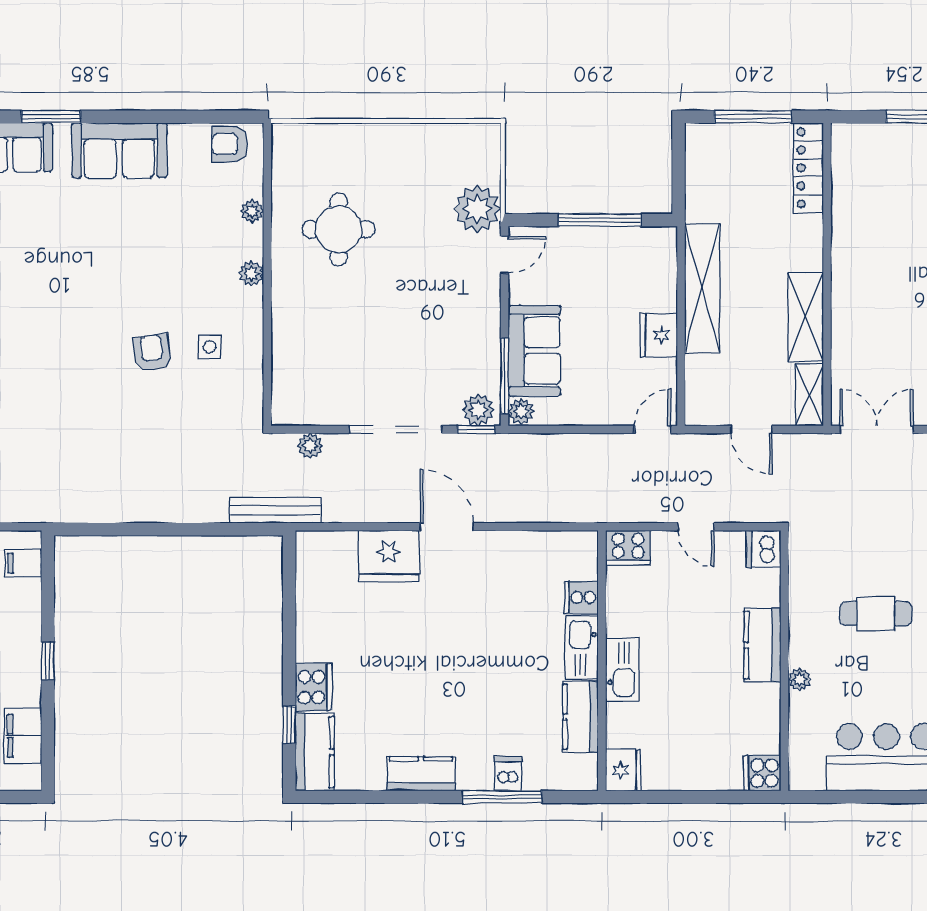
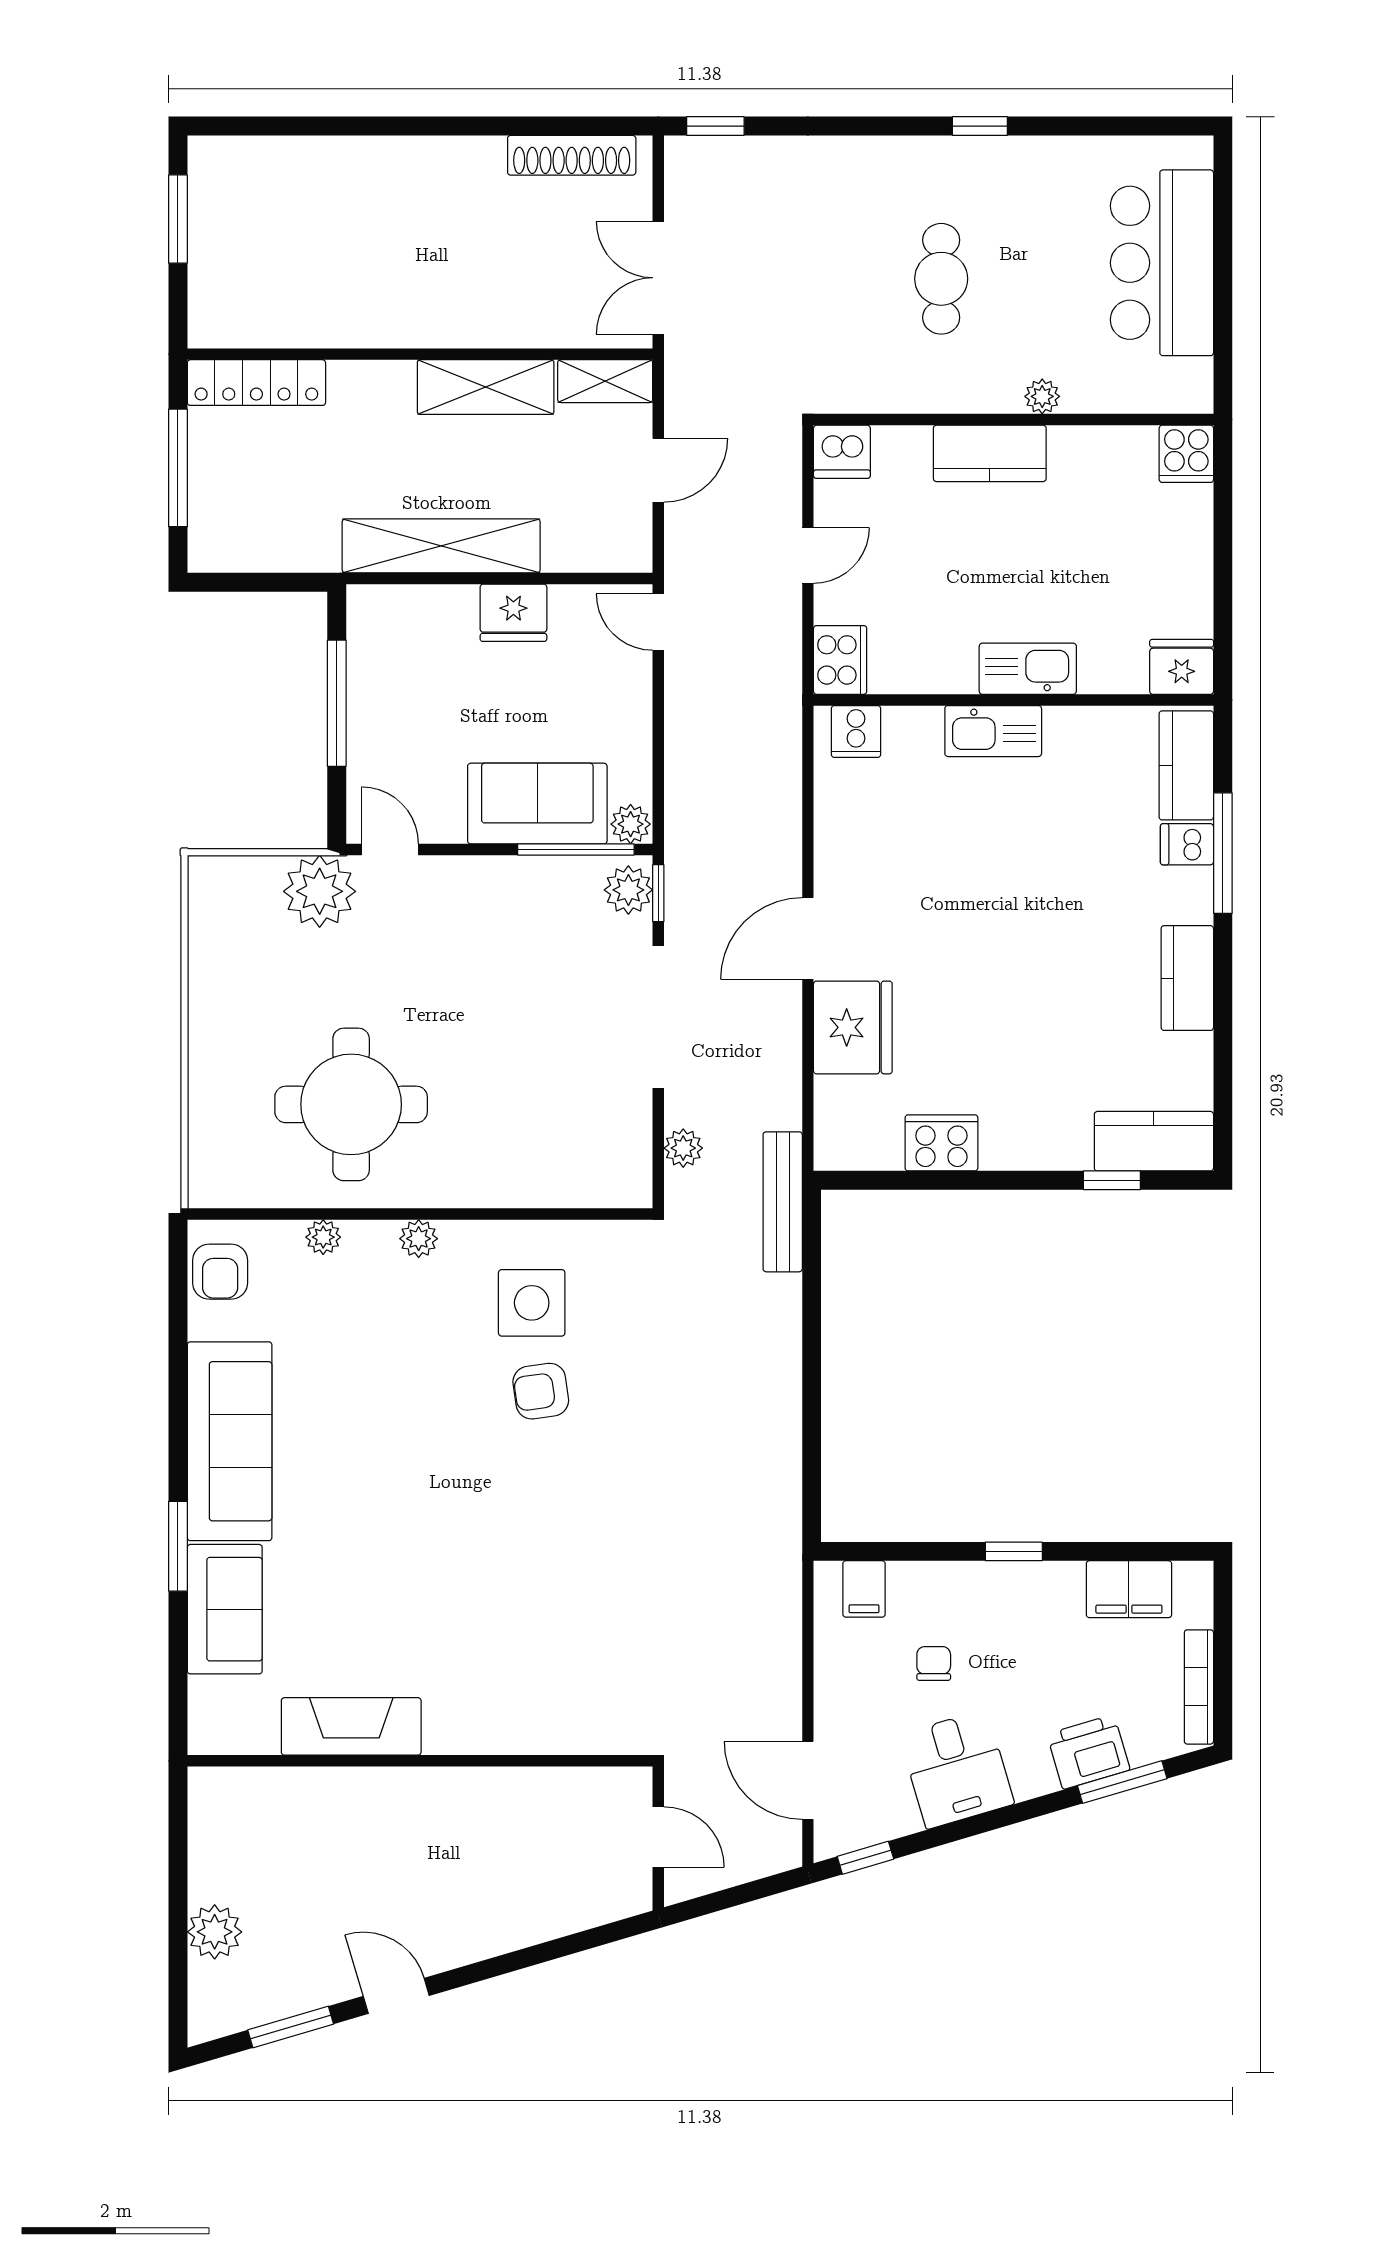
sofa: (119, 150) -> (230, 1441), width x1.36
round table: (339, 229) -> (351, 1104), width x1.36, depth x1.36
side table: (209, 347) -> (532, 1303), width x1.87, depth x1.87
cooker: (581, 597) -> (856, 732), moved
cooker: (314, 687) -> (941, 1143), moved
kitchen counter: (581, 717) -> (1186, 765), moved, turned 90

